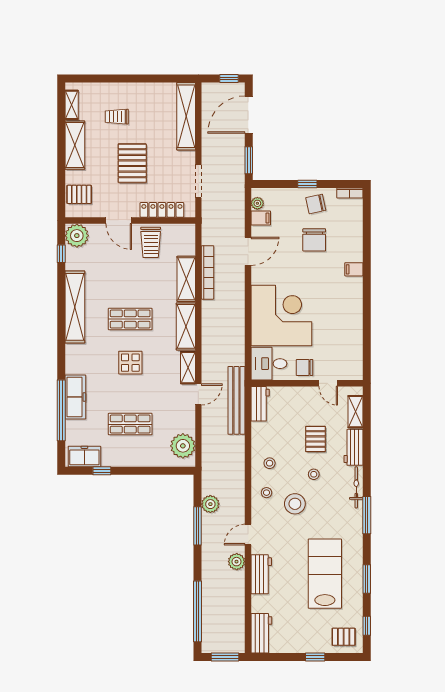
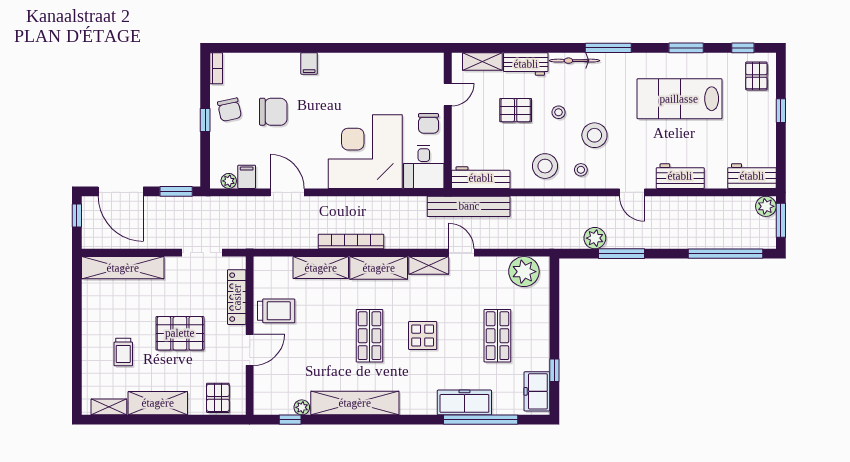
plant: (77, 236) -> (302, 407), moved, width x0.53, depth x0.53
bookcase: (208, 272) -> (351, 241), moved
workbench: (260, 404) -> (481, 178), width x1.38
stool: (270, 463) -> (545, 166), width x1.89, depth x1.89
plant: (237, 562) -> (766, 206), moved

